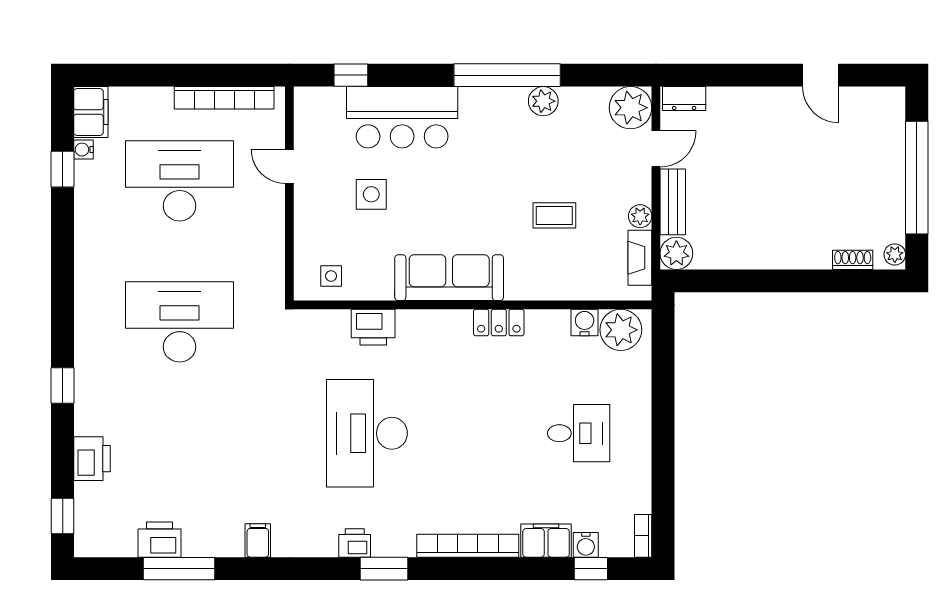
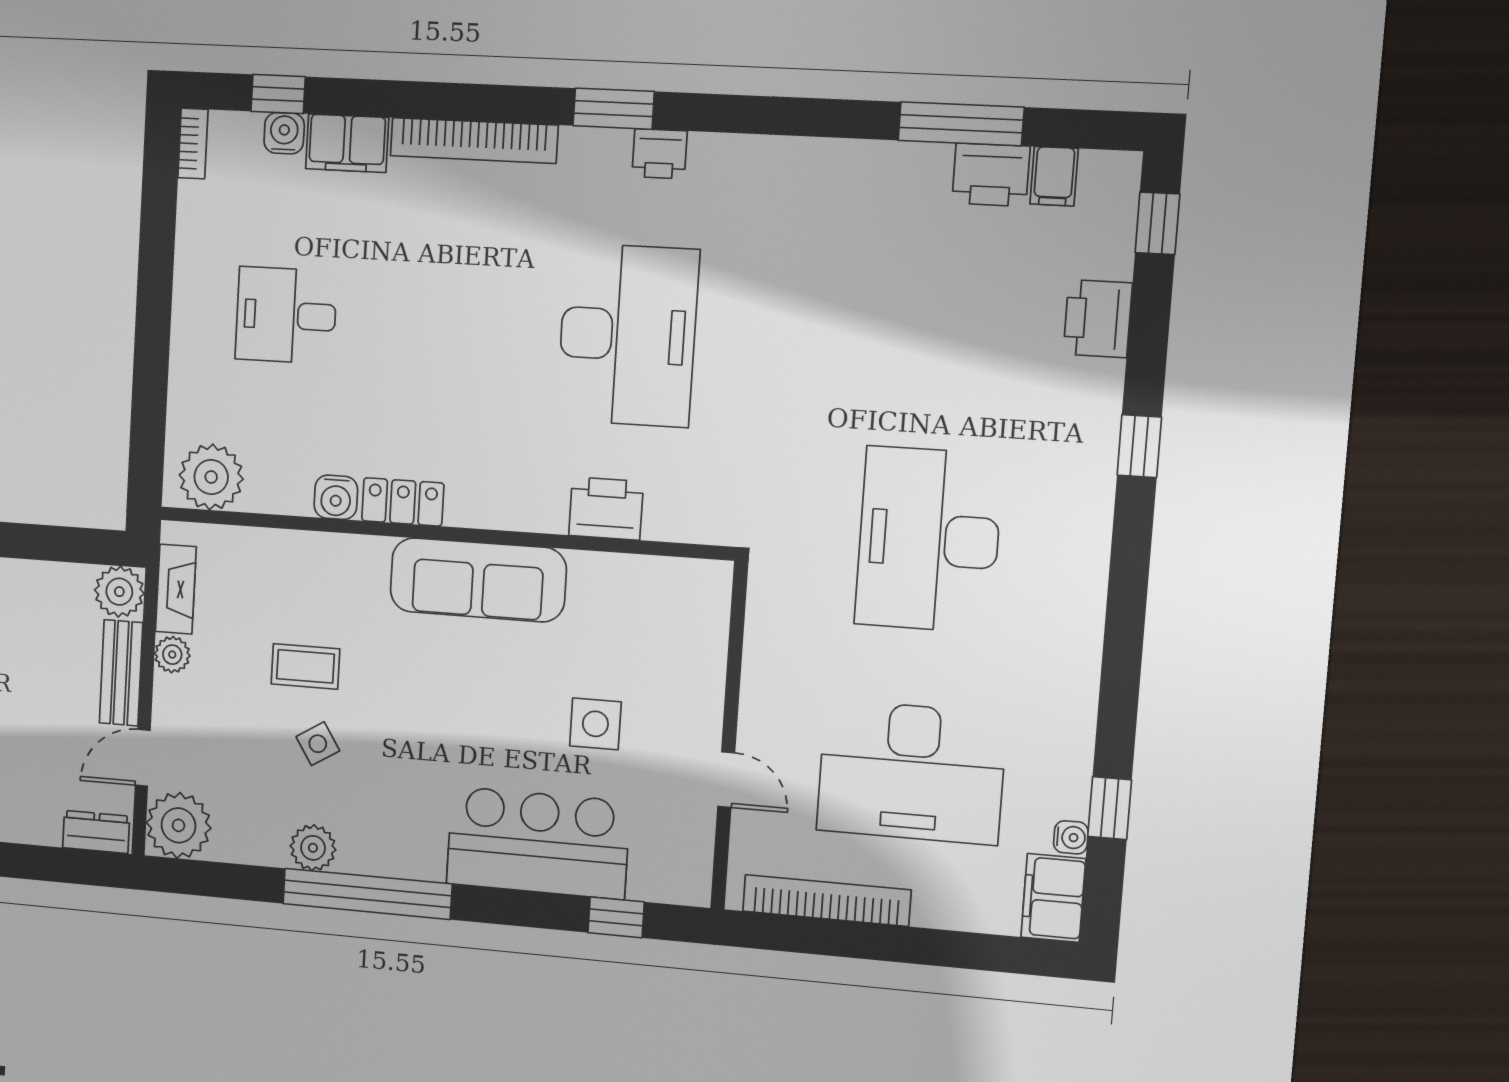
side table: (331, 276) -> (318, 744), moved, turned -32
desk: (180, 322) -> (929, 539), turned 90
water cooler: (585, 323) -> (336, 497), moved
filing cabinet: (258, 540) -> (1054, 176), moved

